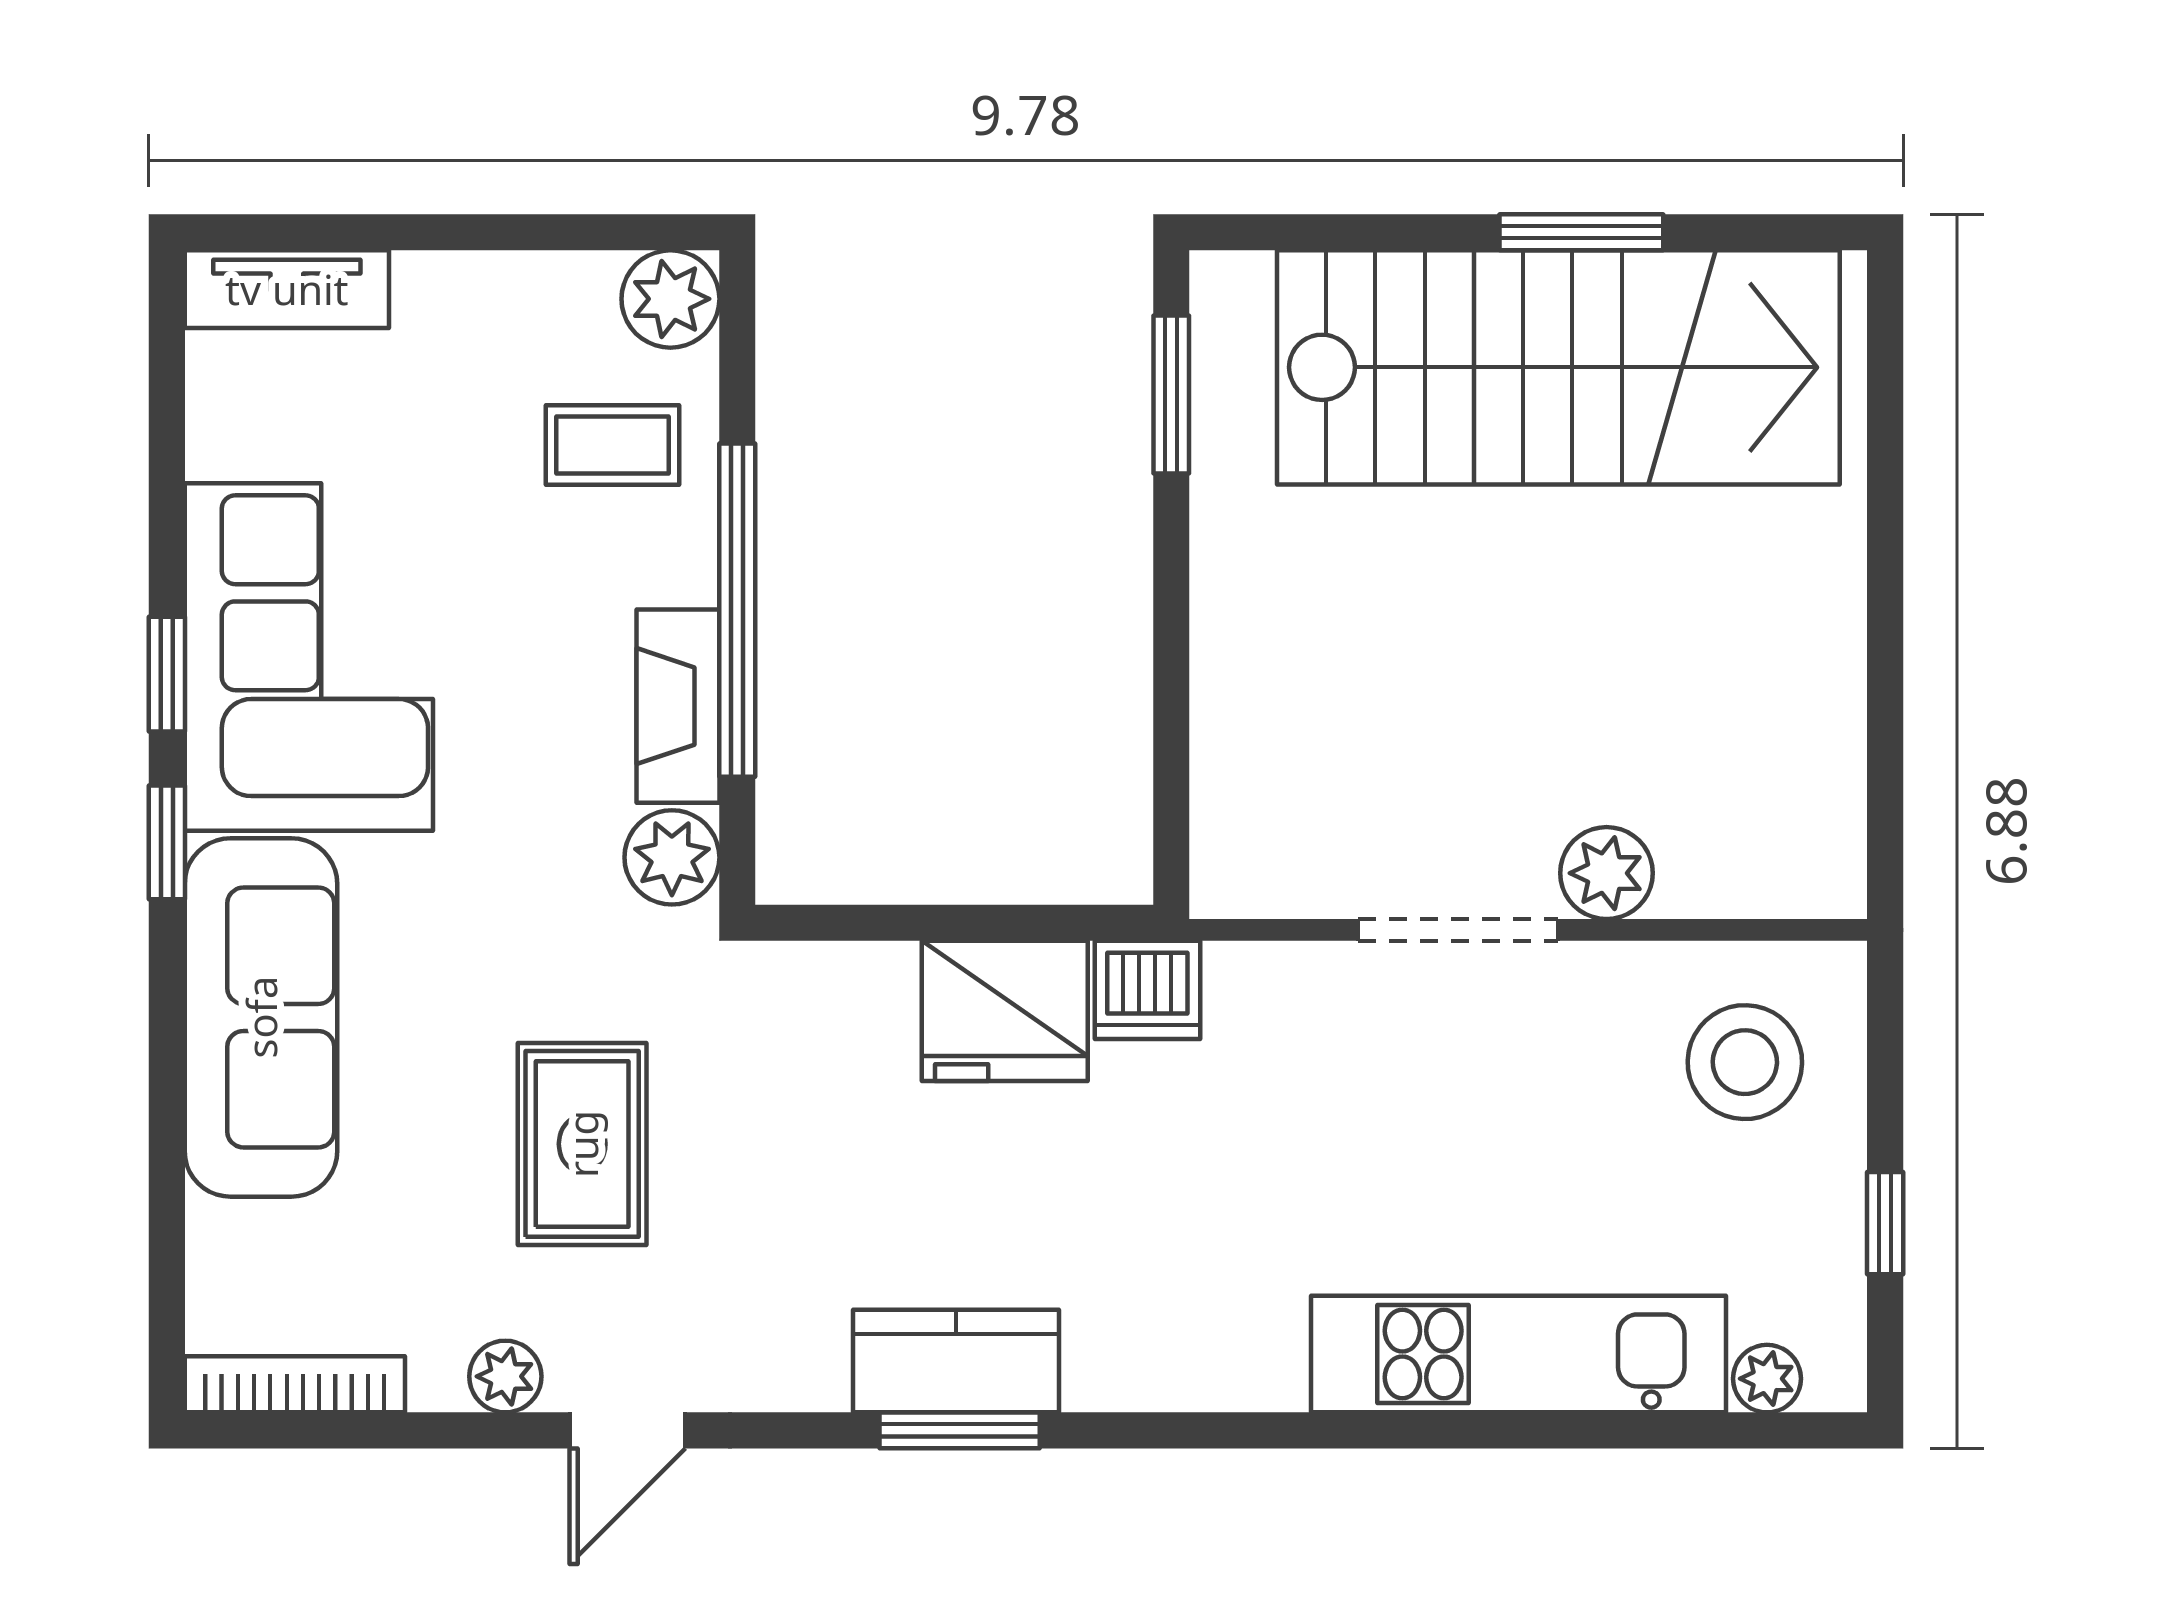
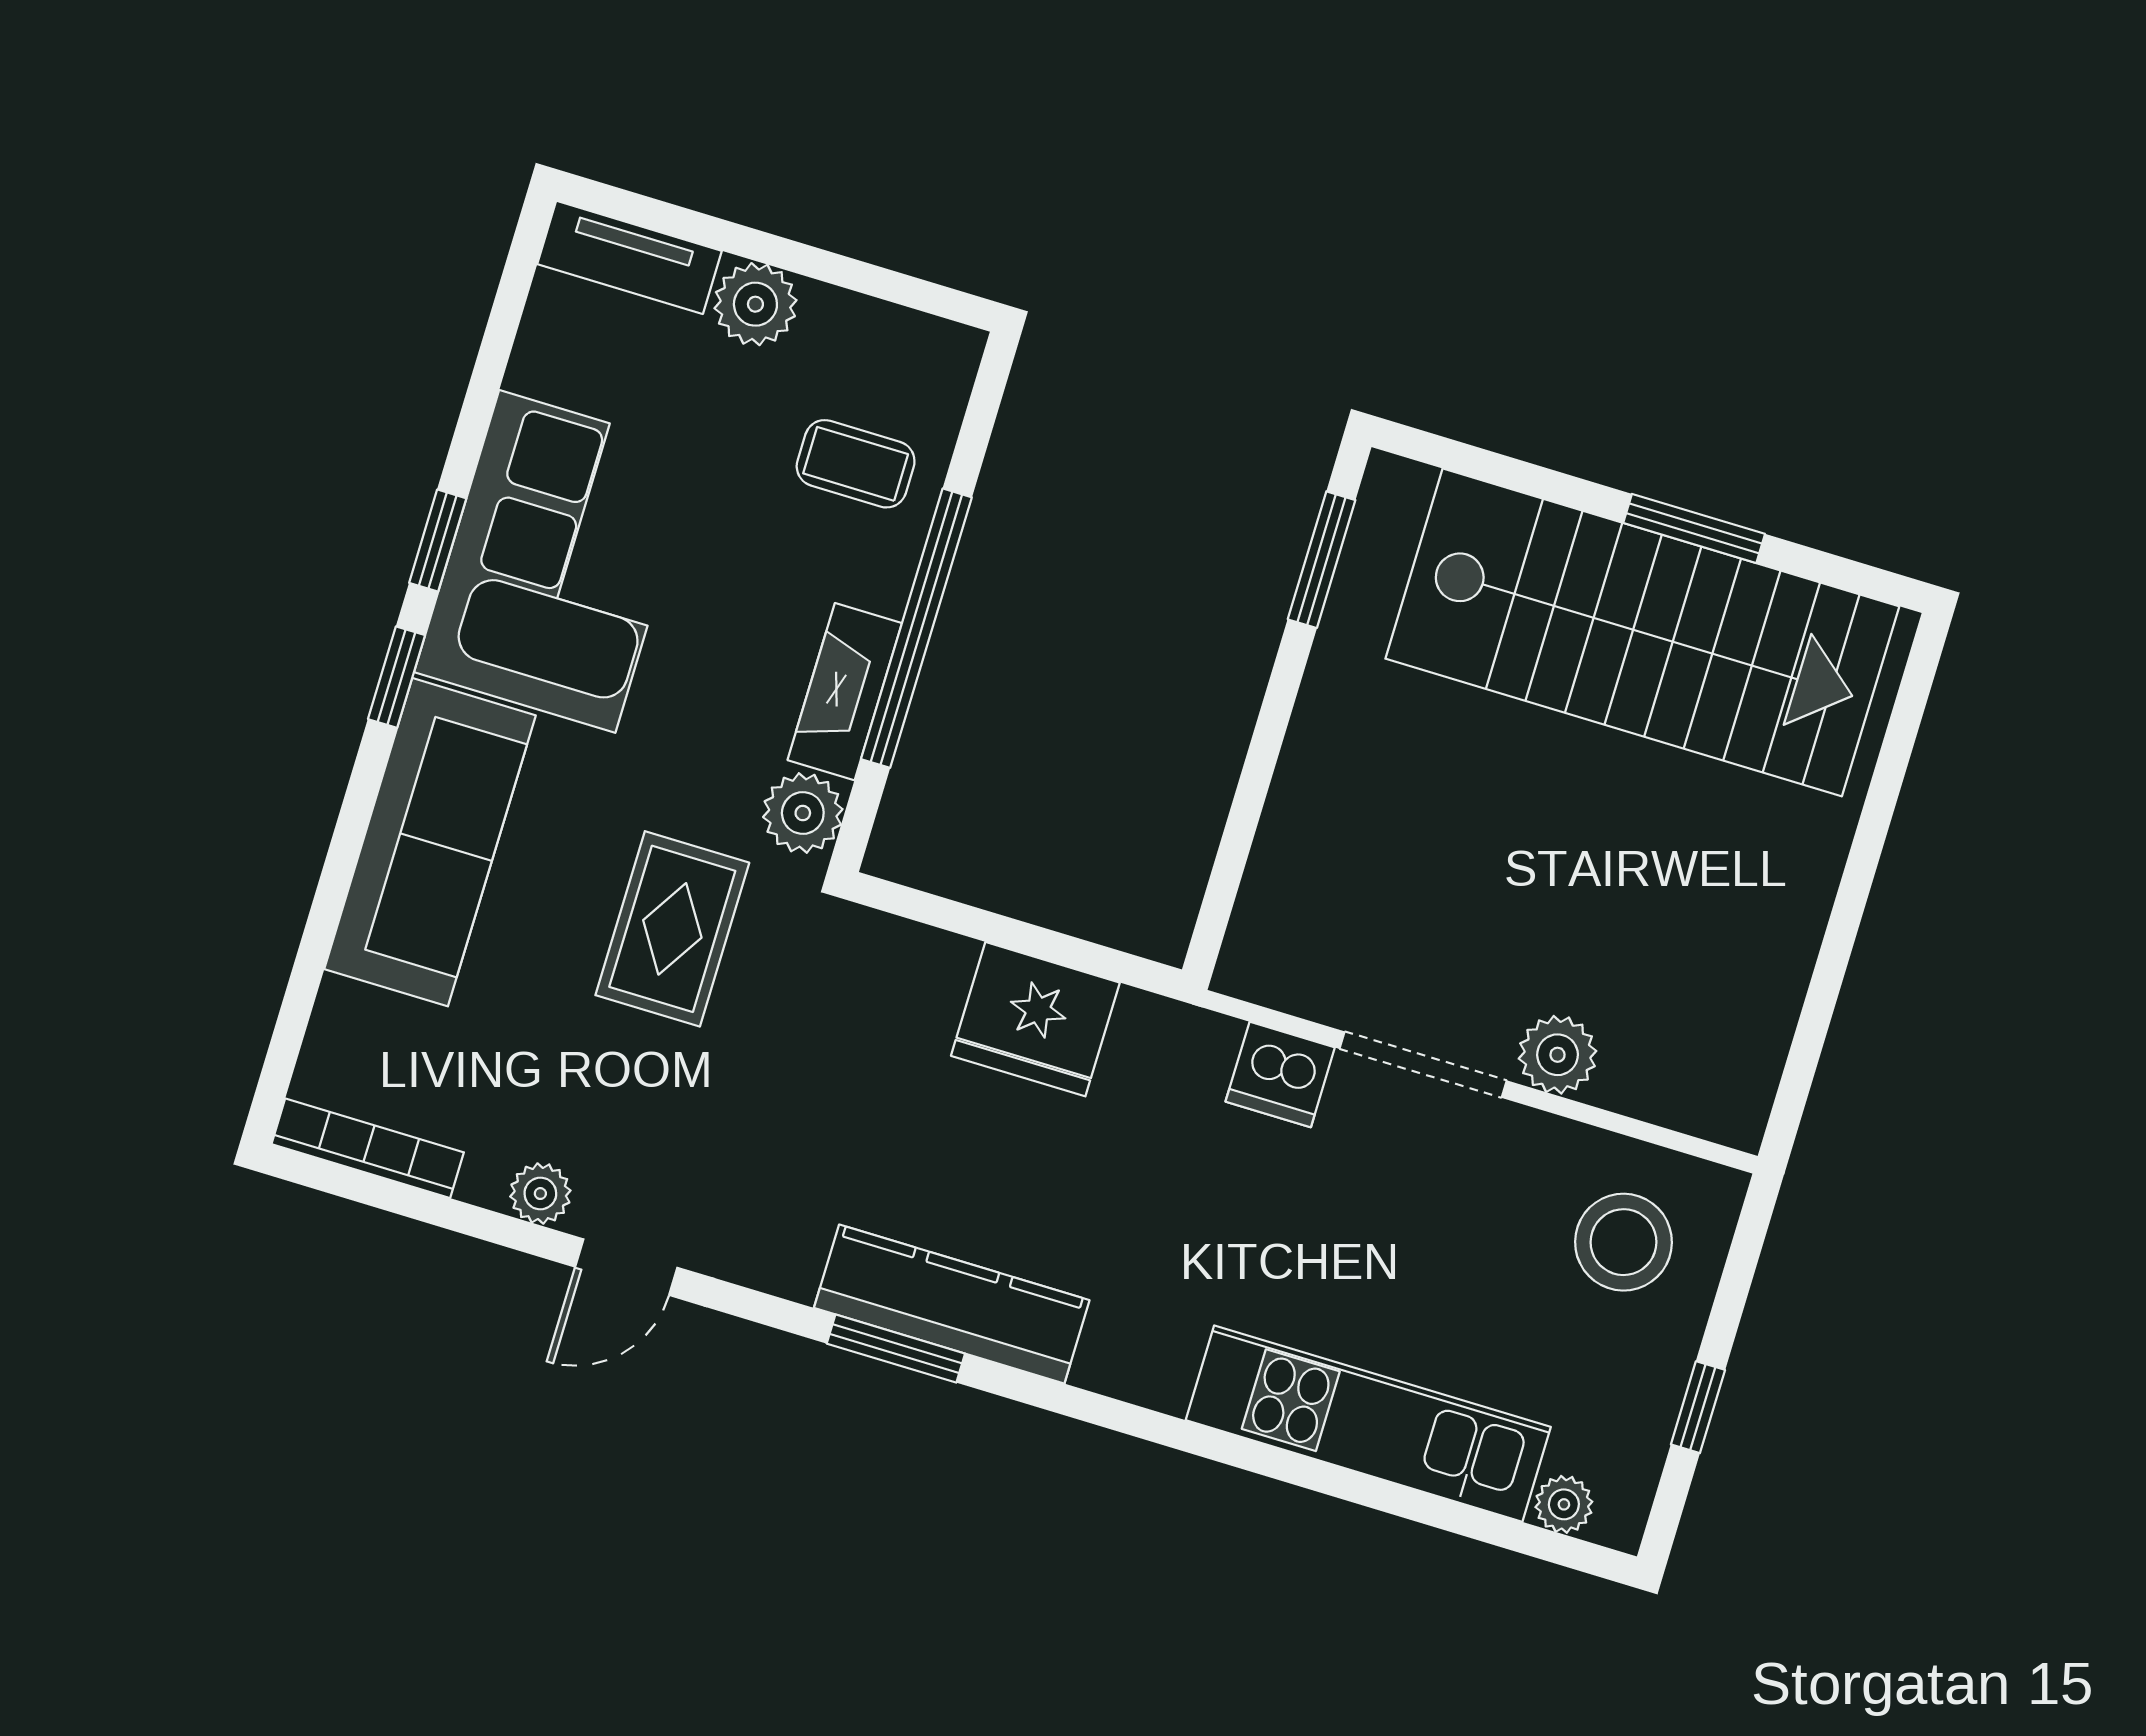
plant: (670, 299) -> (755, 304), moved
dishwasher: (1147, 990) -> (1280, 1075), moved
rug: (582, 1144) -> (672, 929), moved
kitchen counter: (956, 1361) -> (952, 1304), width x1.50

